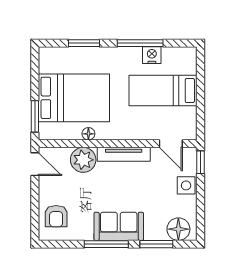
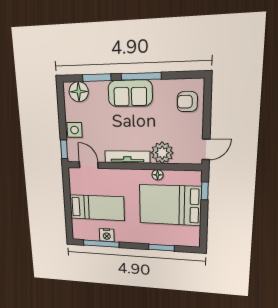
window: (140, 43) -> (101, 244), moved
window: (35, 116) -> (205, 191), width x0.67
door: (35, 164) -> (206, 149), swing flipped
armchair: (56, 216) -> (187, 102), turned -90

